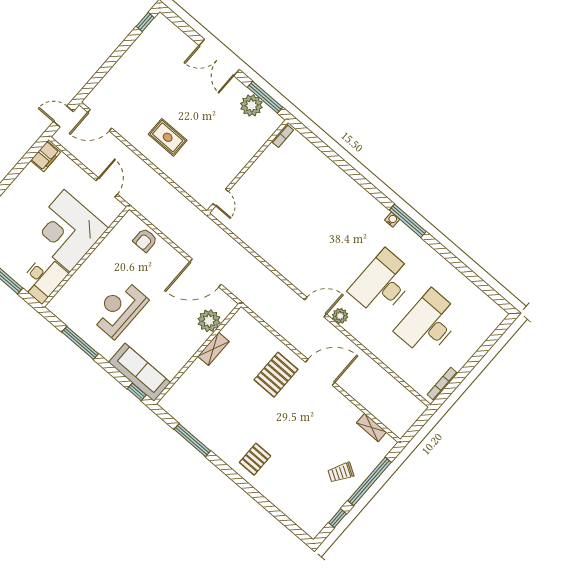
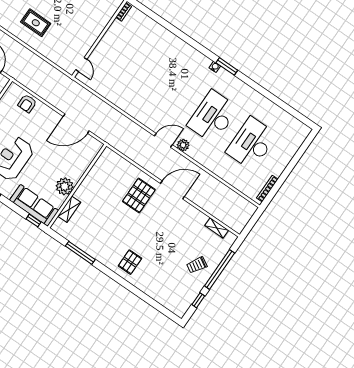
window: (408, 221) -> (227, 66), width x0.69
plant: (209, 321) -> (65, 186), moved
shelving: (213, 349) -> (69, 209), moved

